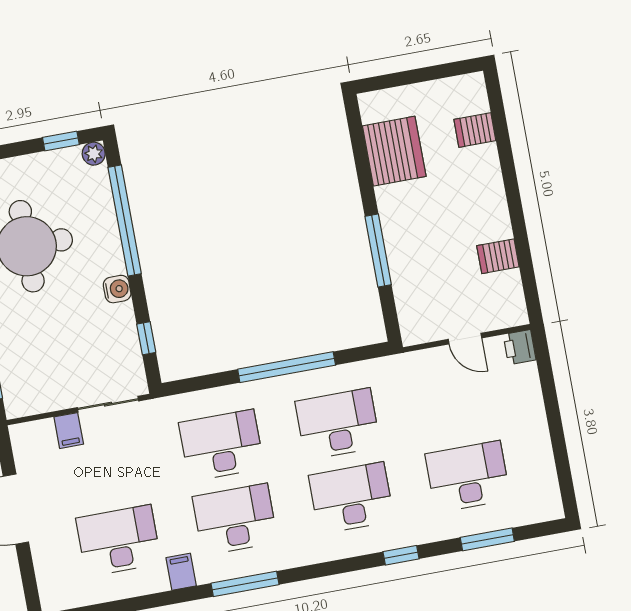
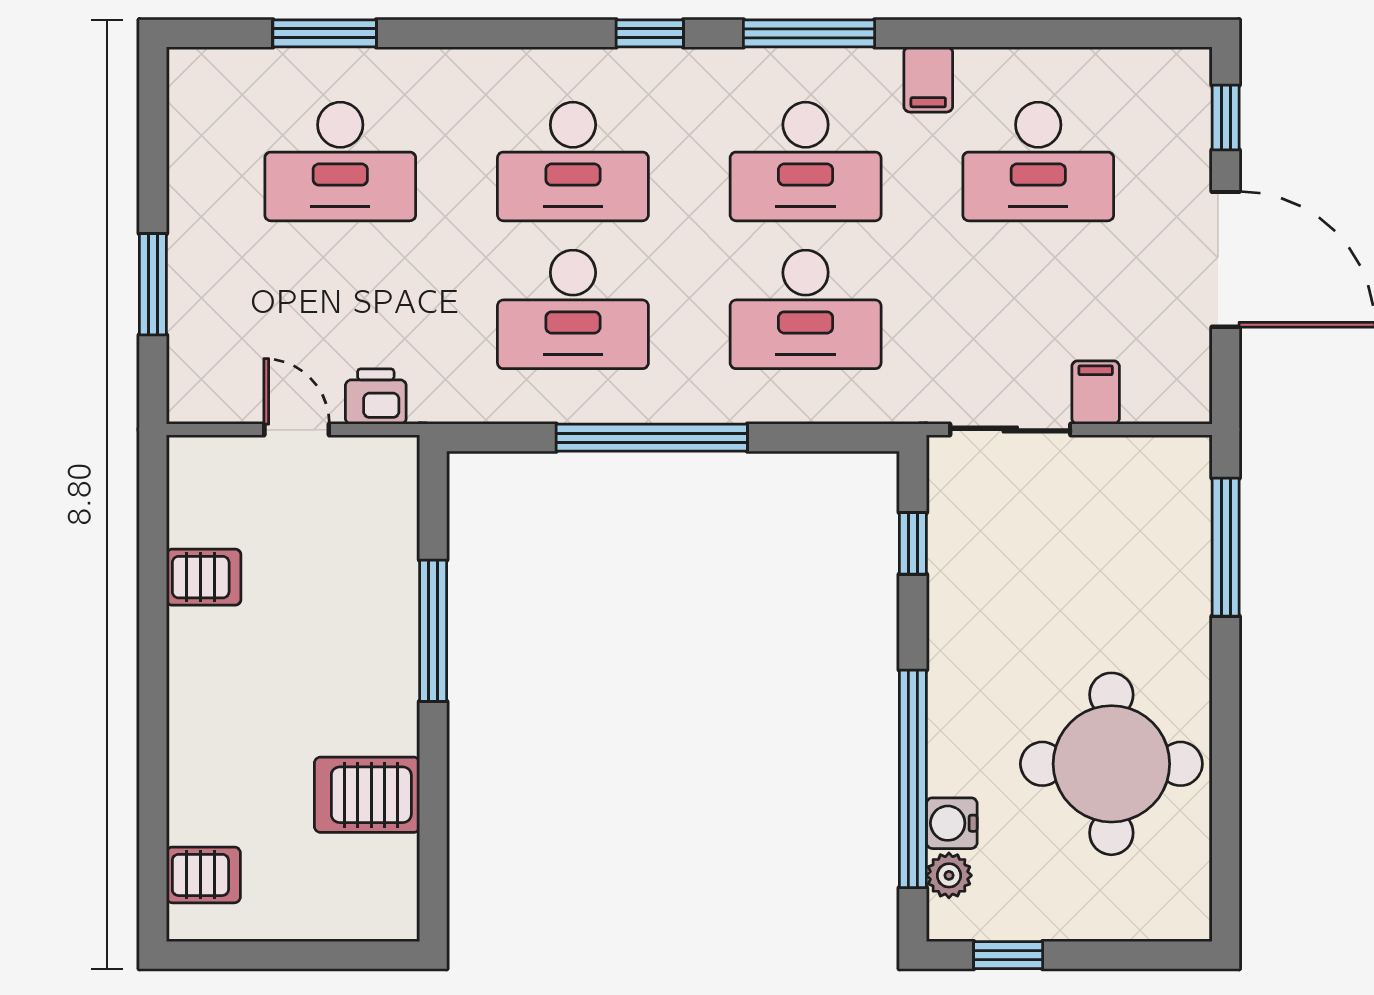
server rack: (475, 130) -> (203, 875), moved
server rack: (394, 151) -> (367, 795), width x0.62
plant: (94, 154) -> (949, 875), moved
water cooler: (117, 289) -> (952, 823), moved
printer: (520, 347) -> (376, 396), moved, turned -90
window: (550, 398) -> (153, 284), added
window: (401, 555) -> (650, 33), moved
window: (29, 580) -> (1226, 117), added

